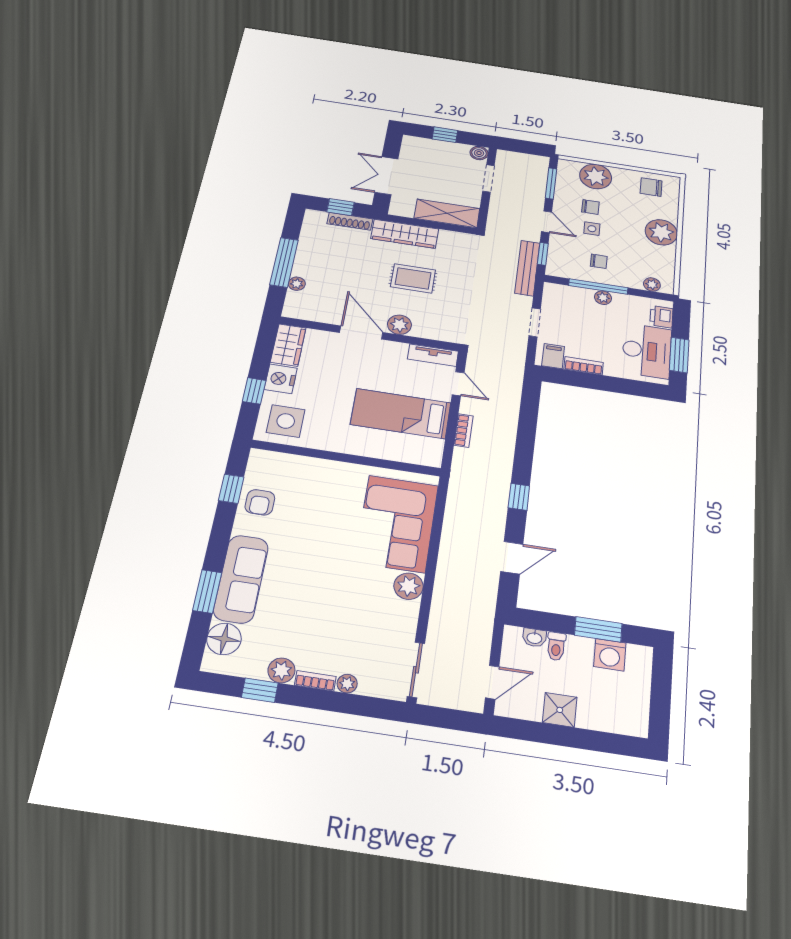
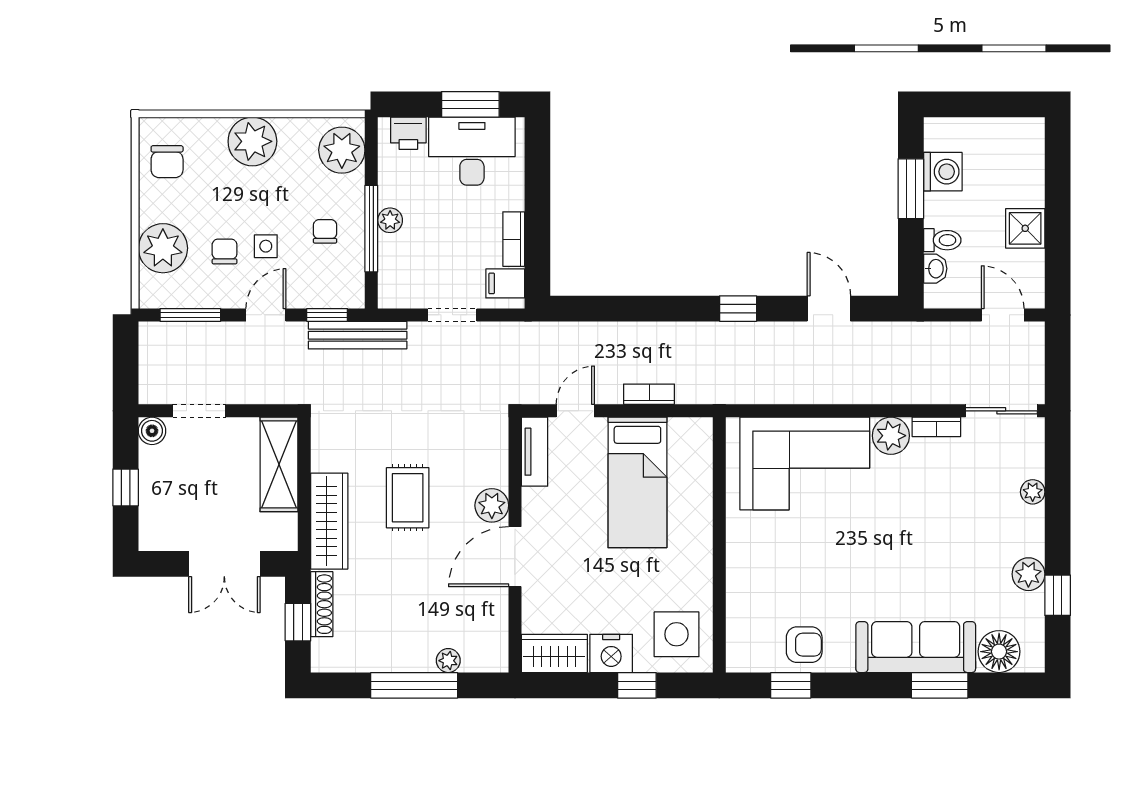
plant: (652, 284) -> (342, 150), width x1.88, depth x1.88
bookcase: (315, 681) -> (936, 427), moved, turned -90

